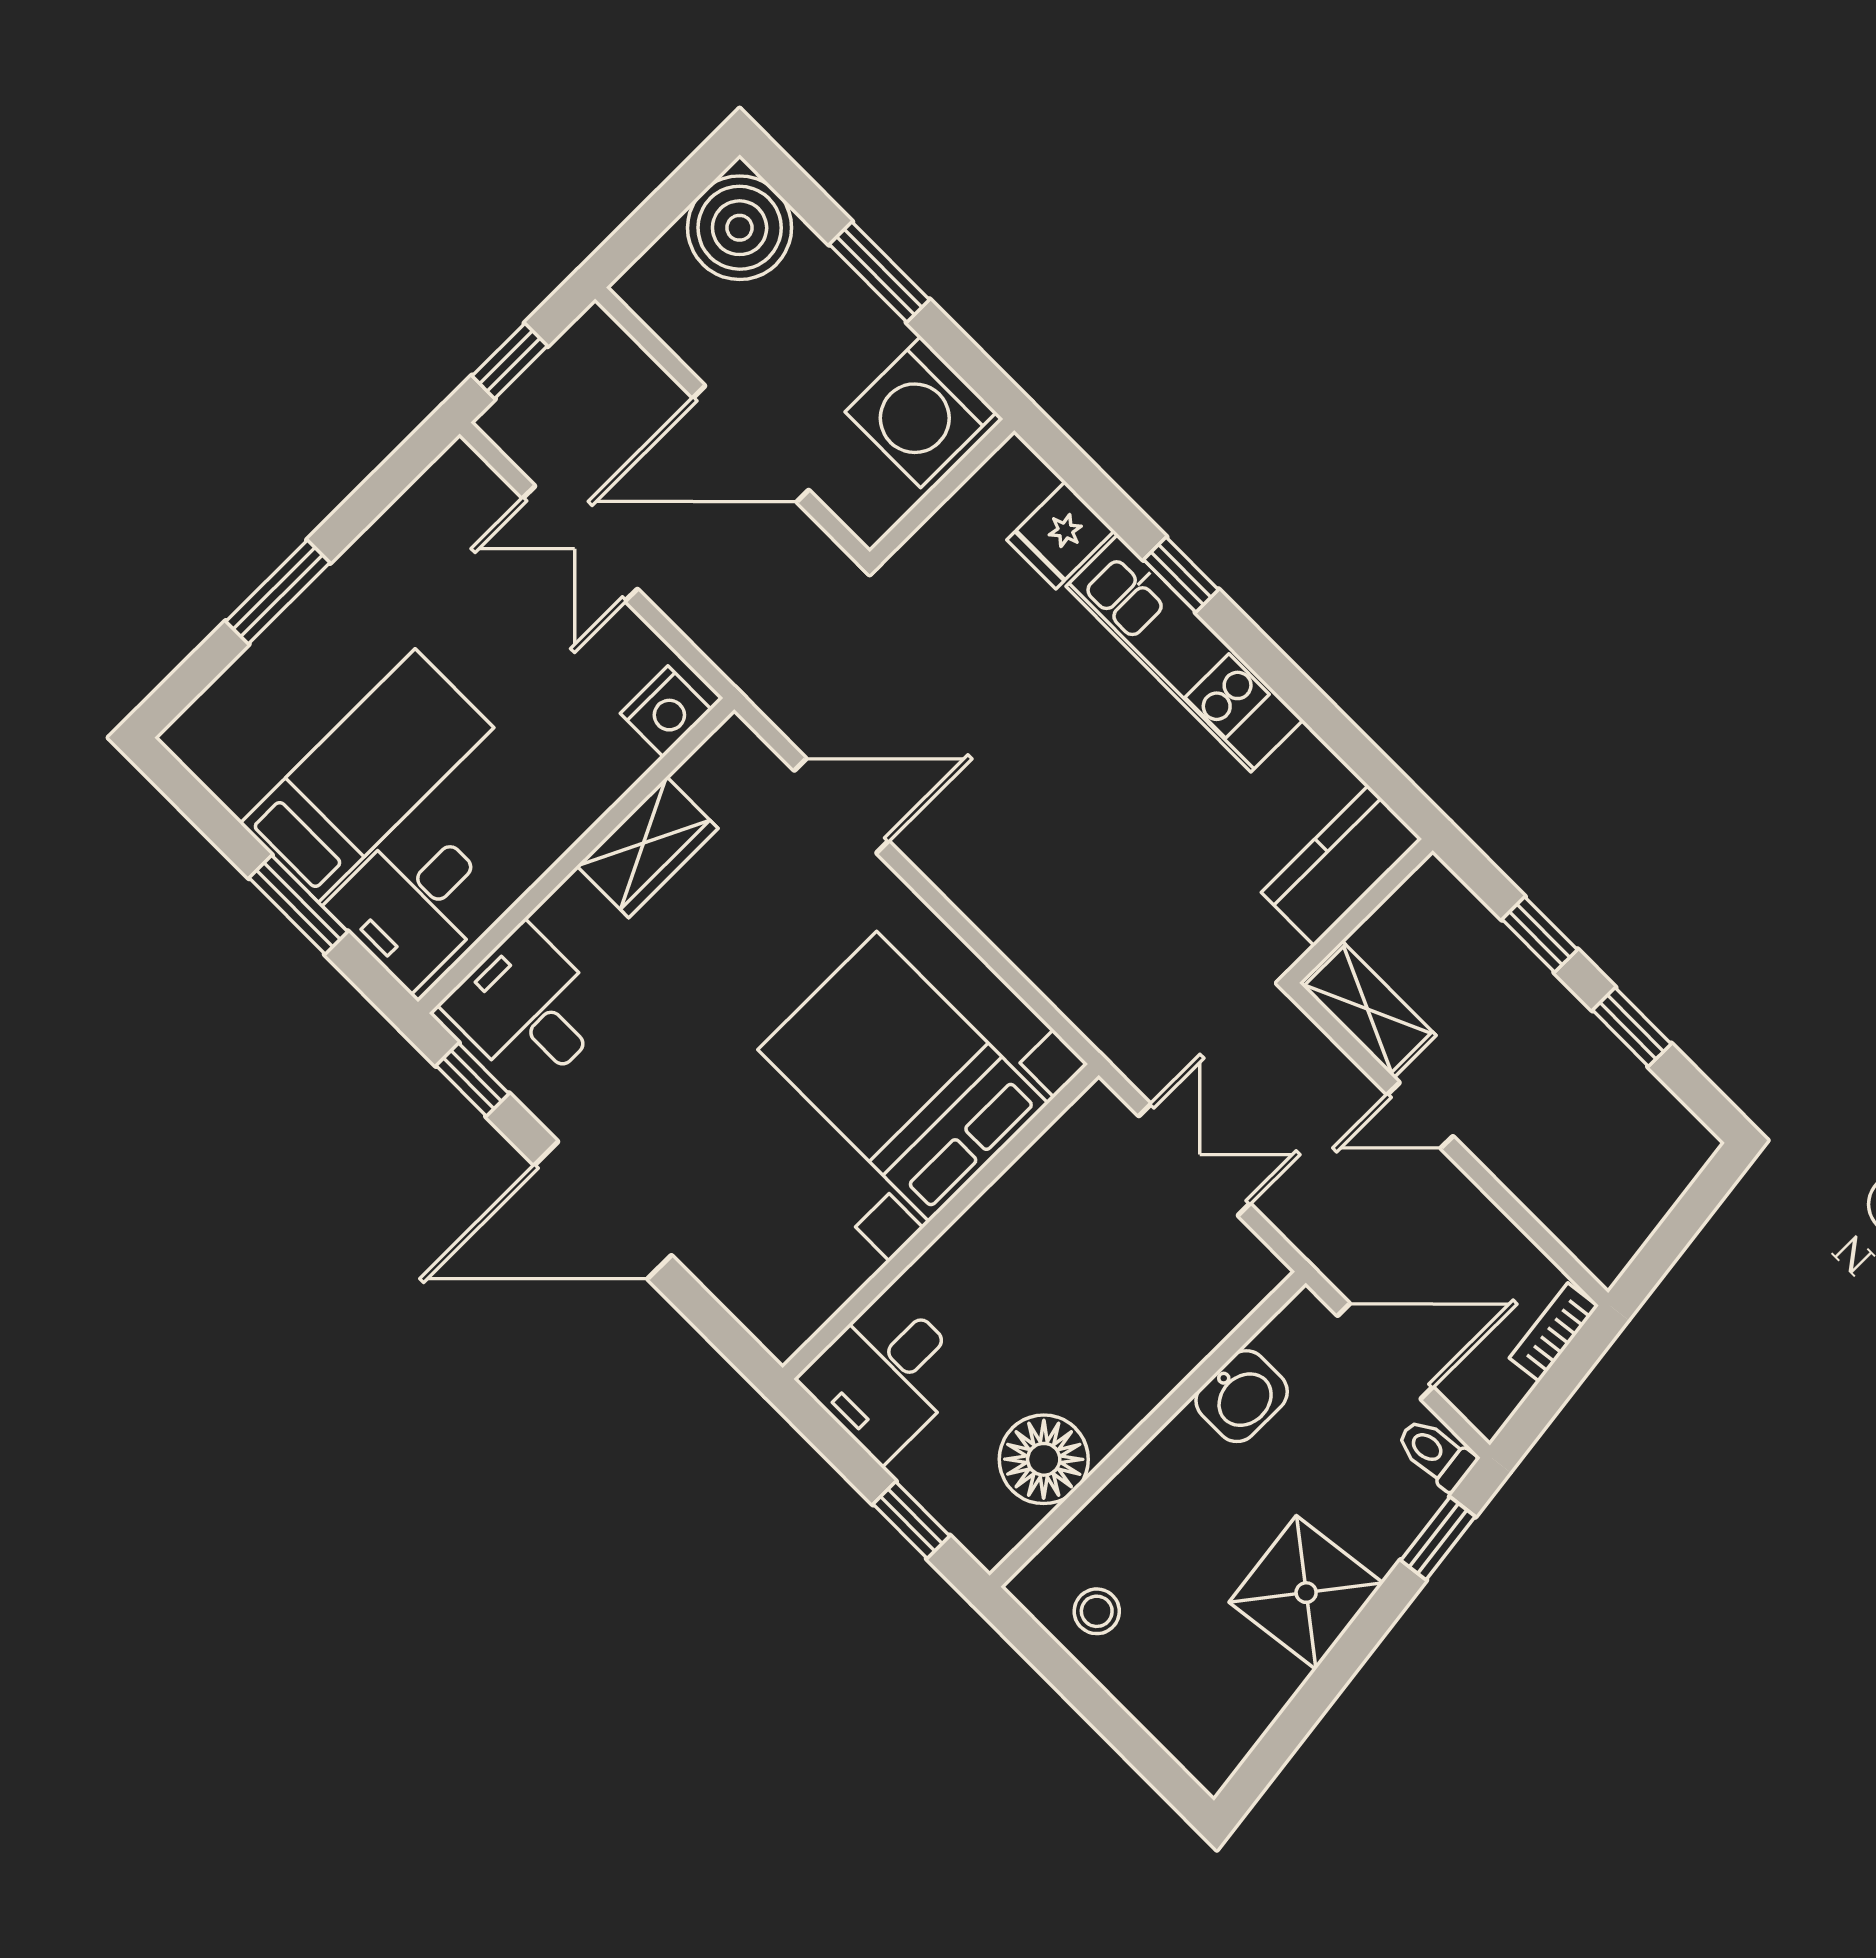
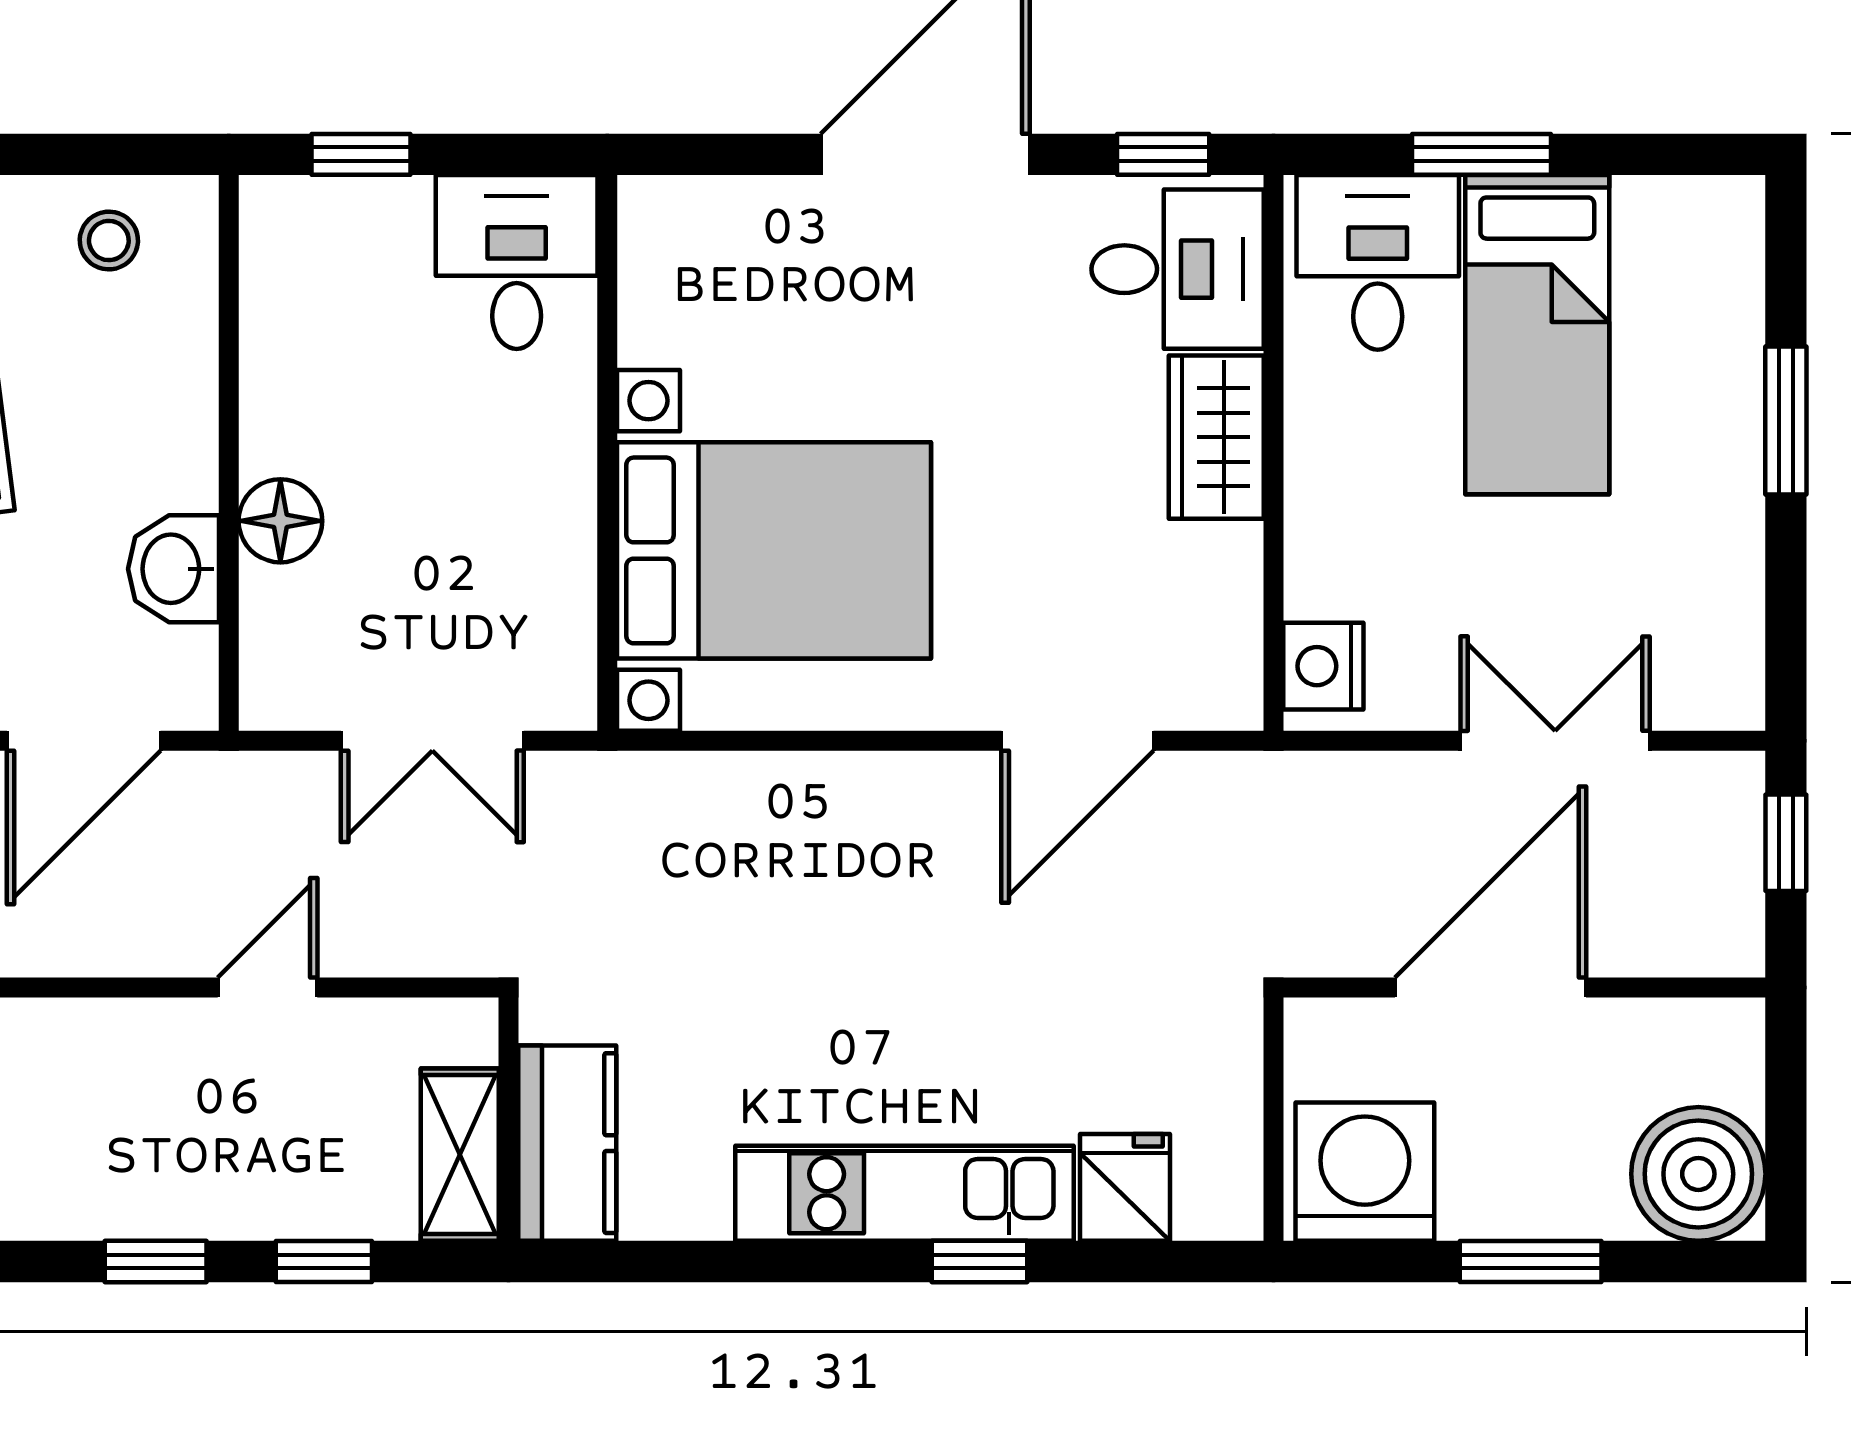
wardrobe: (647, 847) -> (1216, 437), moved
shelving: (1368, 1009) -> (460, 1155), moved, turned 90
floor lamp: (1044, 1459) -> (280, 521), moved, width x0.73, depth x0.73

